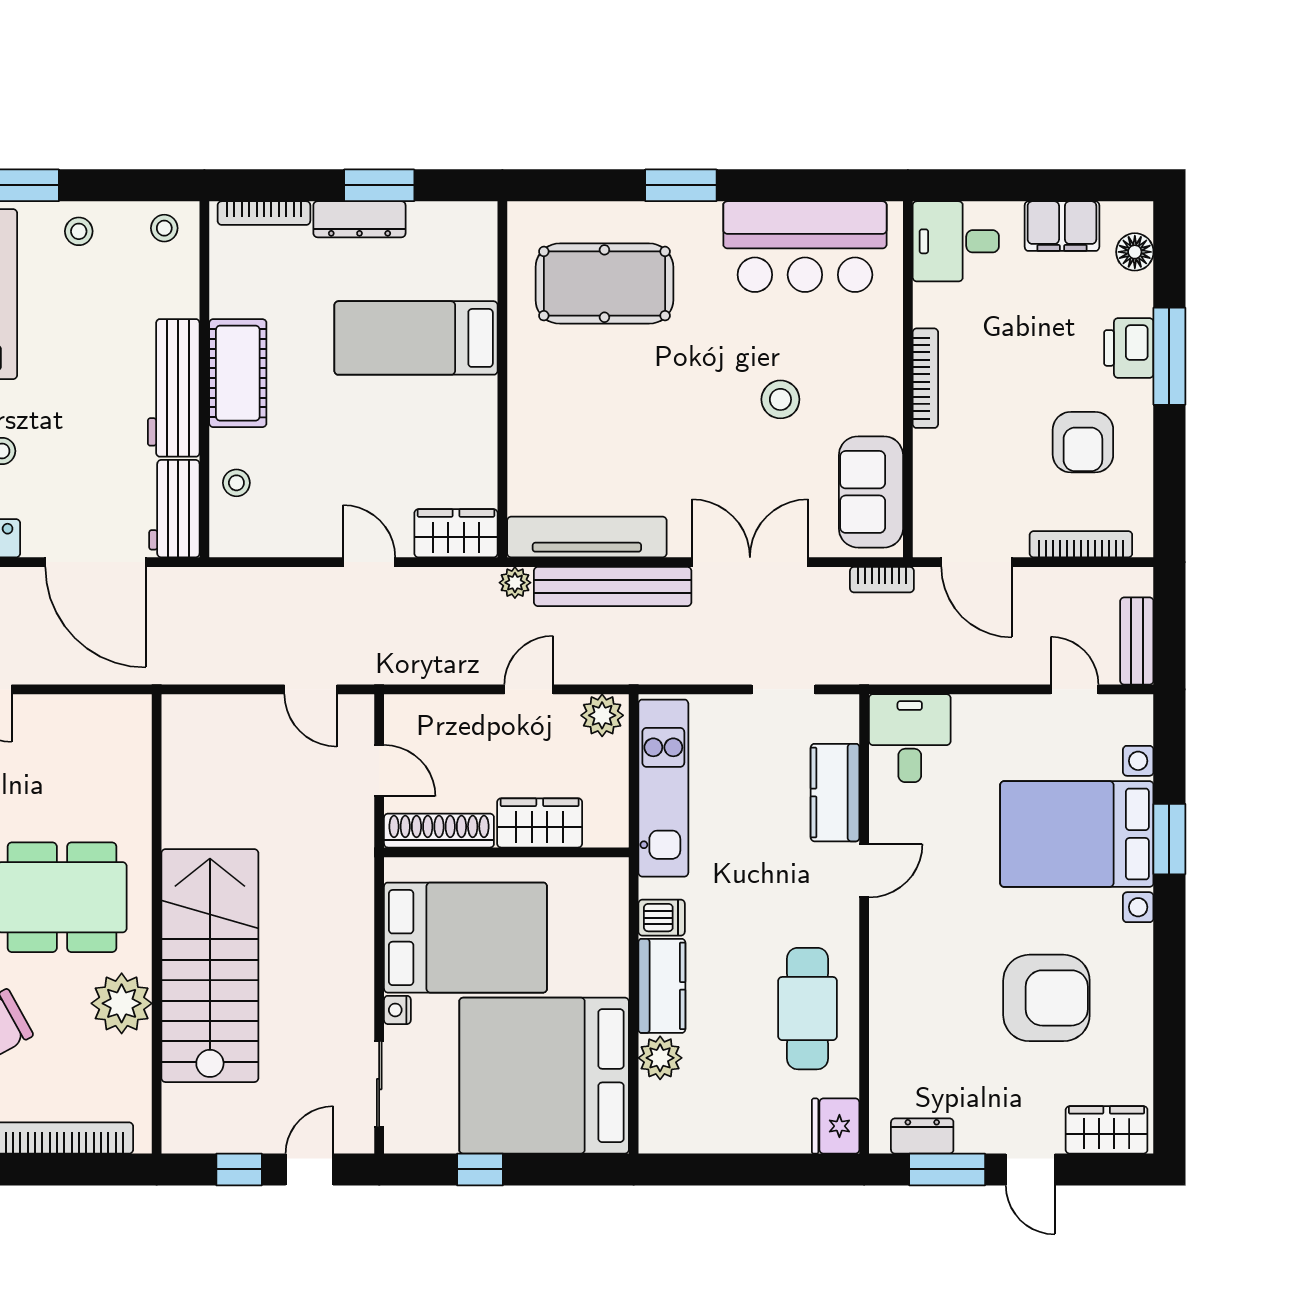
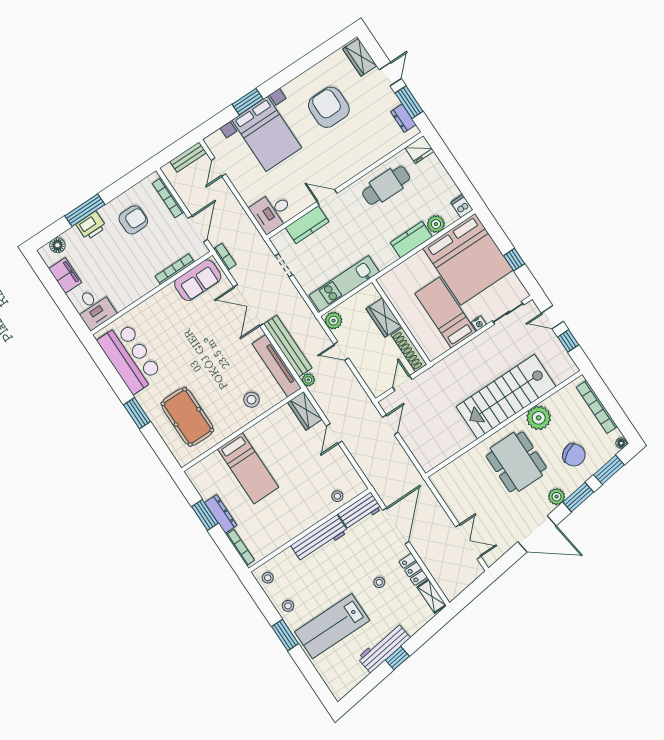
cot: (238, 373) -> (300, 520), removed
bookcase: (925, 378) -> (175, 269), moved
stool: (780, 399) -> (251, 400), moved
dishwasher: (662, 918) -> (462, 206), moved
bed: (465, 938) -> (445, 313), width x0.67

